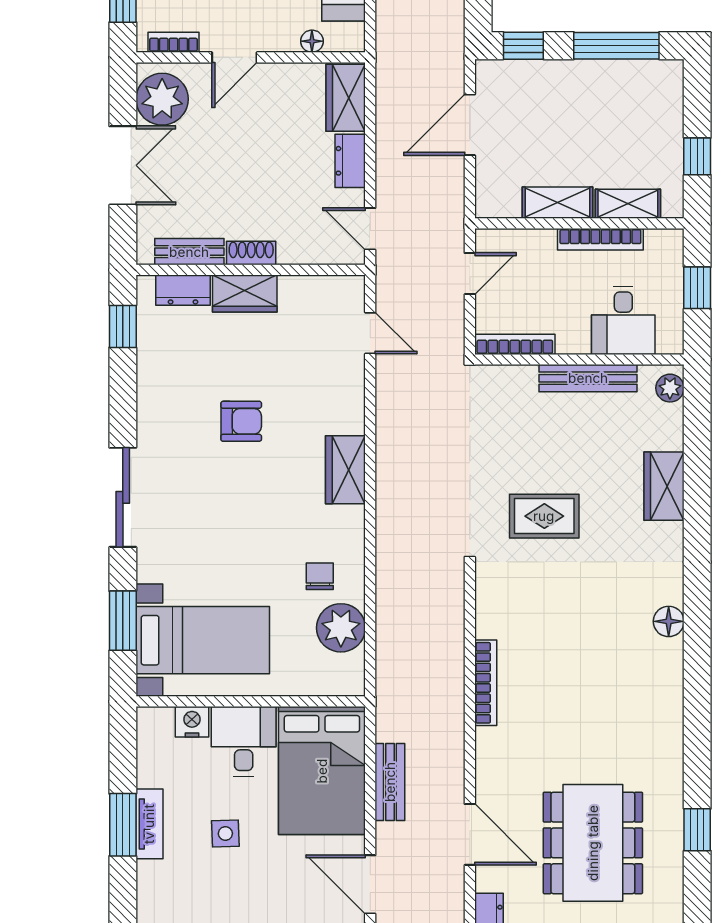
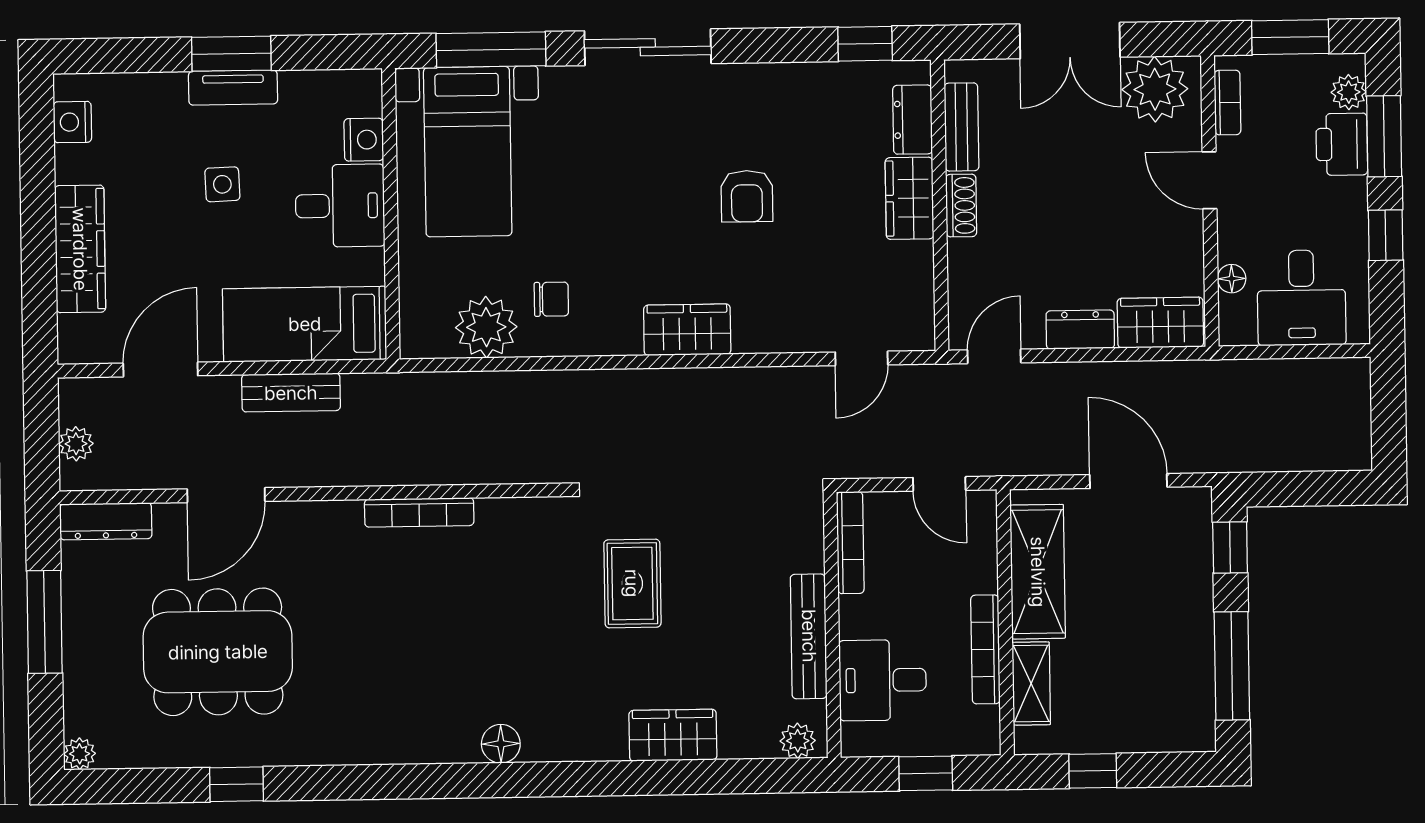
shelving: (558, 203) -> (1038, 572), width x1.50, depth x1.33
window: (123, 621) -> (491, 50), width x1.44
bed: (322, 771) -> (305, 324), width x0.67

